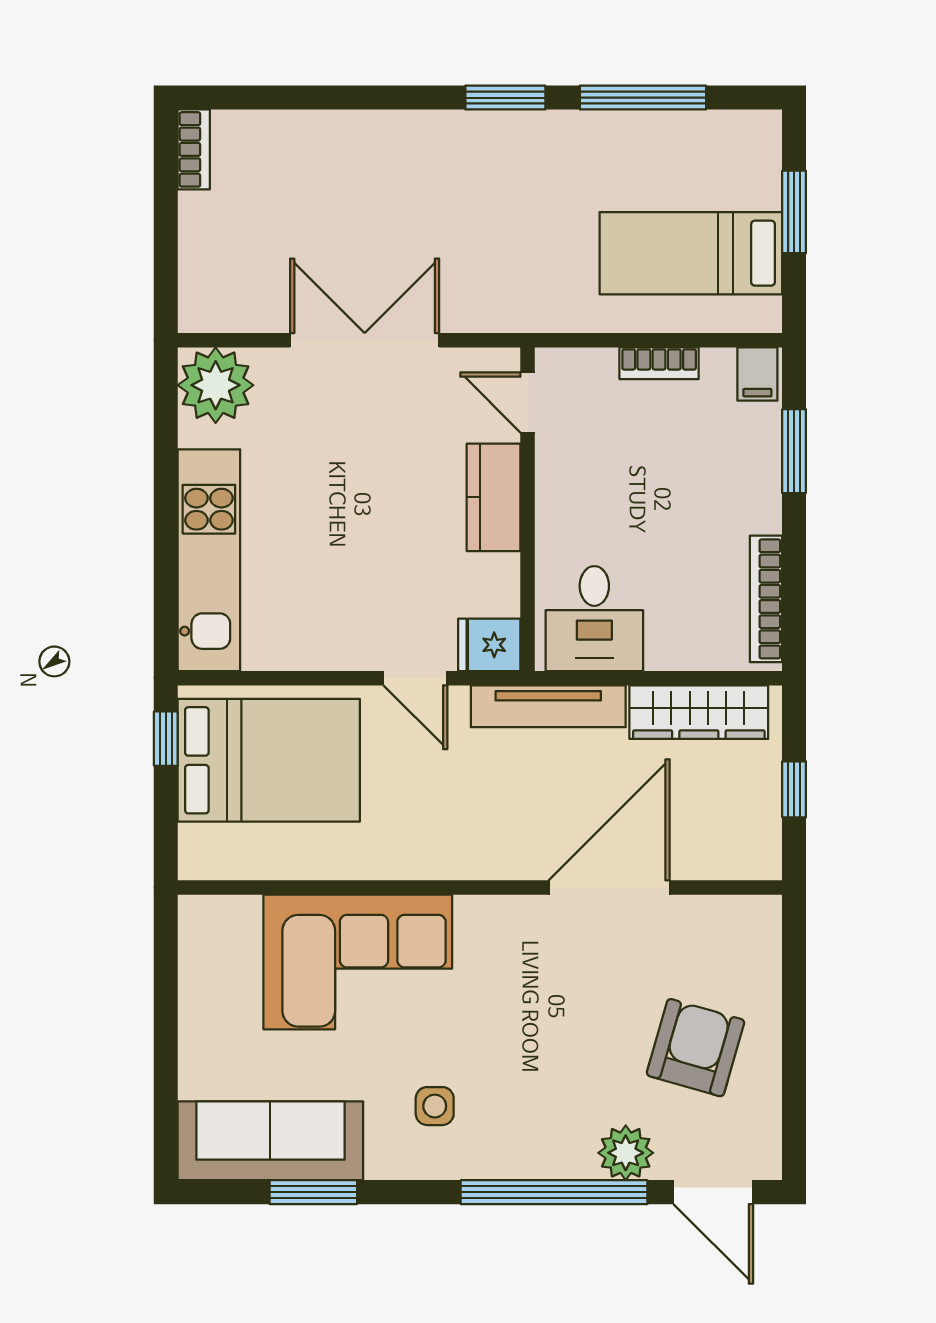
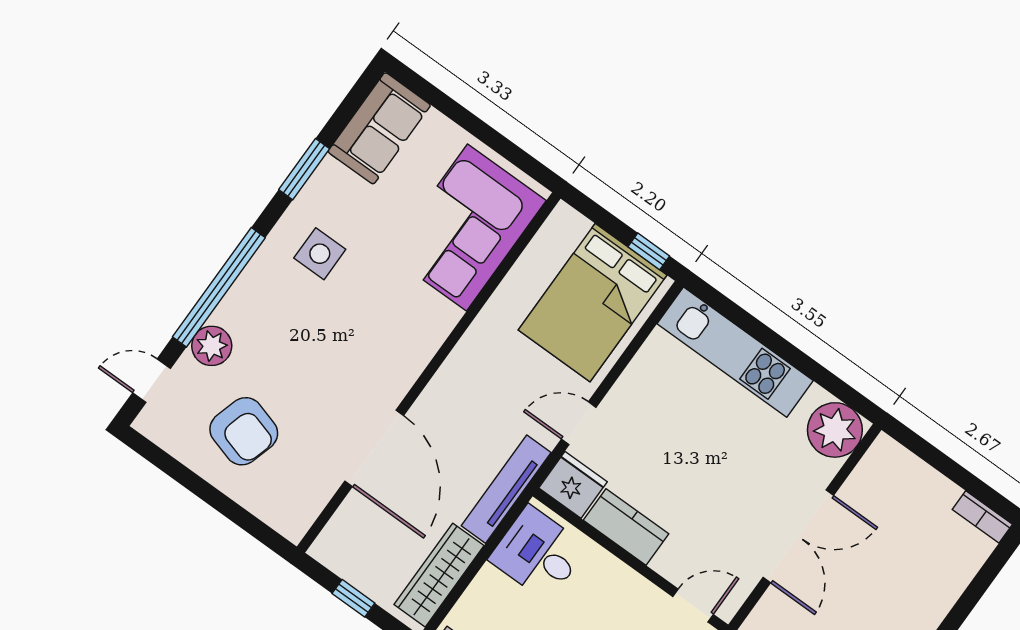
kitchen counter: (494, 497) -> (626, 527), moved
fridge: (489, 645) -> (573, 485), width x1.38
corner sofa: (358, 962) -> (467, 228), moved
side table: (435, 1106) -> (320, 254), width x1.37, depth x1.37
sofa: (270, 1141) -> (379, 128), width x0.73
window: (313, 1192) -> (304, 169), moved
door: (713, 1192) -> (152, 381), width x0.73

